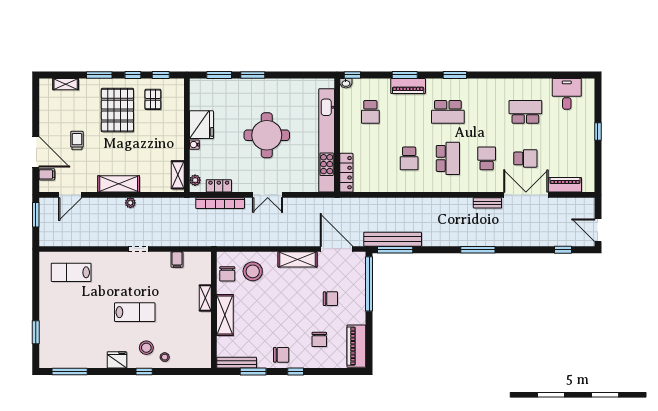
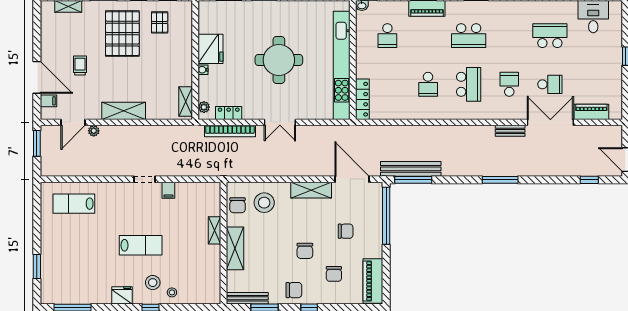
plant: (130, 203) -> (94, 131), moved
filing cabinet: (177, 260) -> (168, 190), moved
chair: (292, 317) -> (305, 251), added

